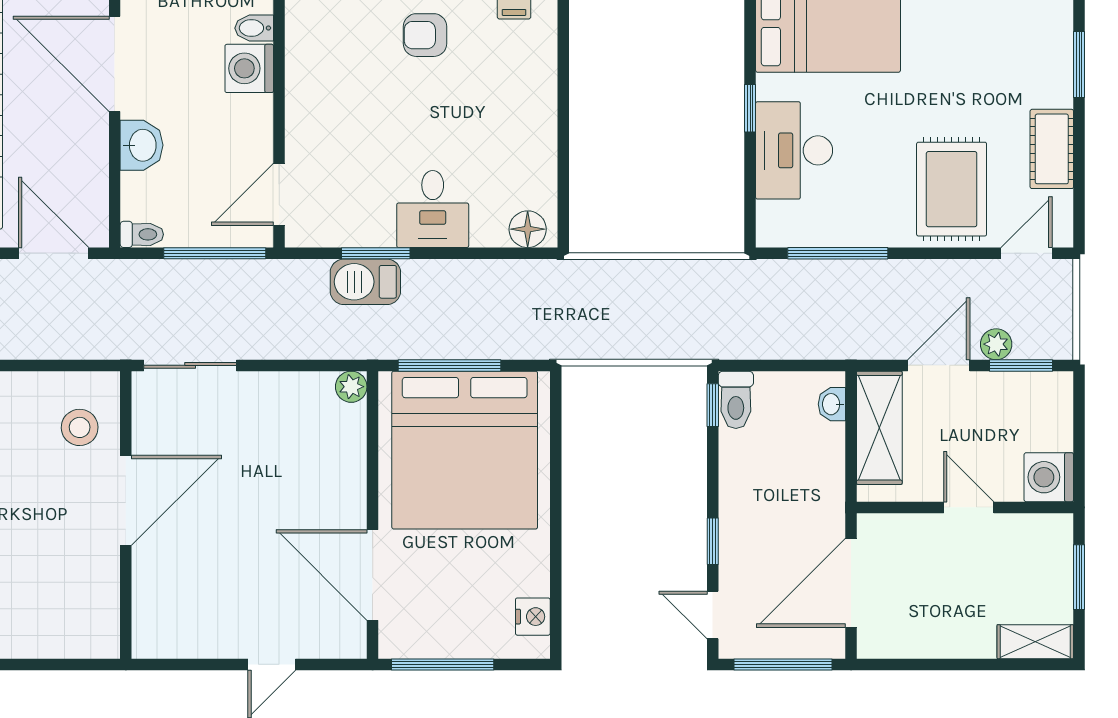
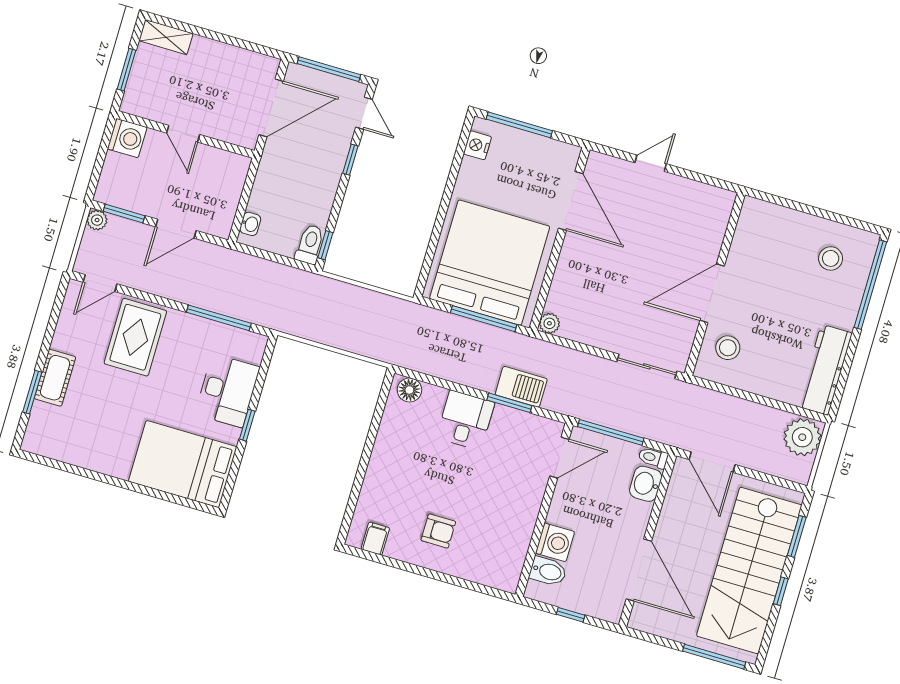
bidet: (254, 28) -> (548, 571), width x1.38, depth x1.36
washbasin: (141, 145) -> (646, 484), moved
cot: (1052, 149) -> (55, 378), moved
plant: (996, 344) -> (97, 220), moved
shelving: (879, 428) -> (225, 200), removed
window: (443, 664) -> (519, 125), moved

